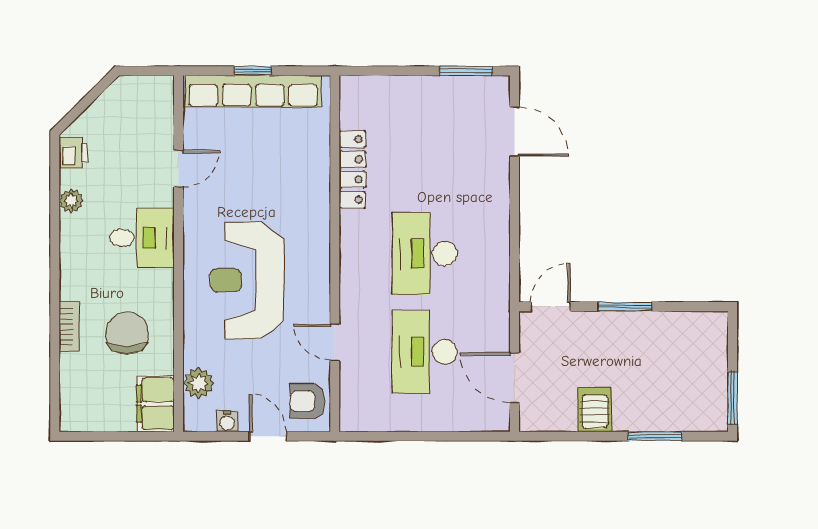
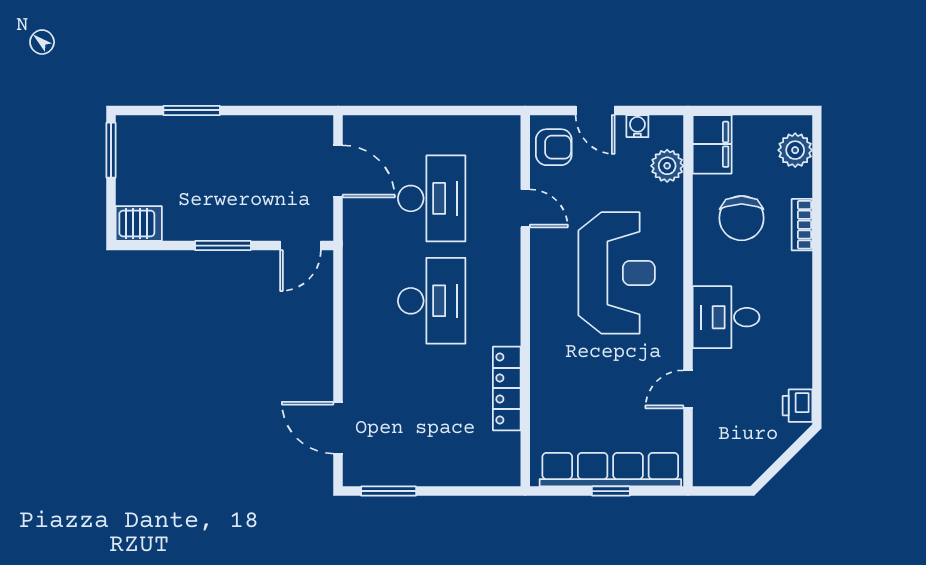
plant: (71, 201) -> (795, 150), moved, width x1.38, depth x1.38
server rack: (595, 410) -> (139, 224), moved, turned -90

